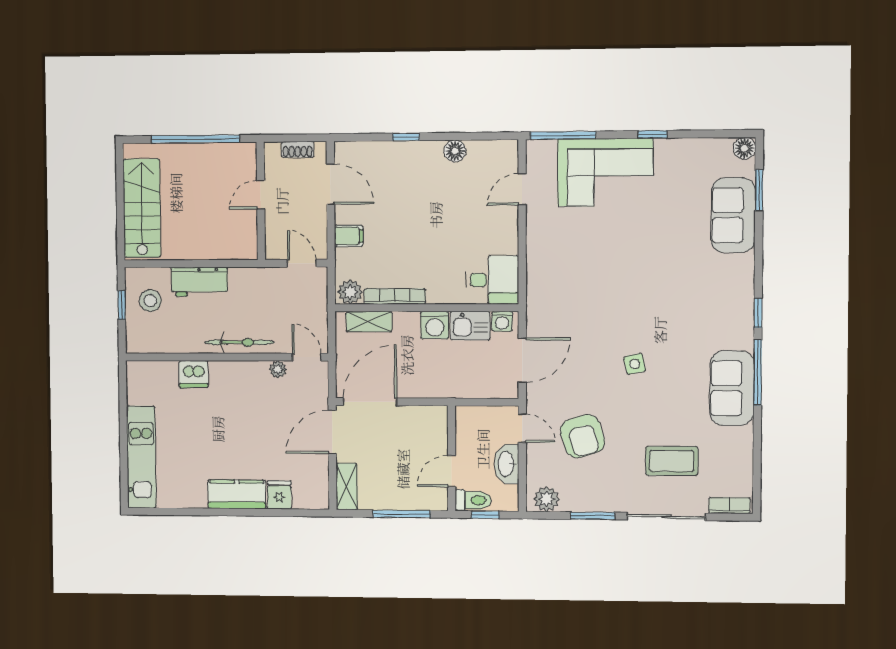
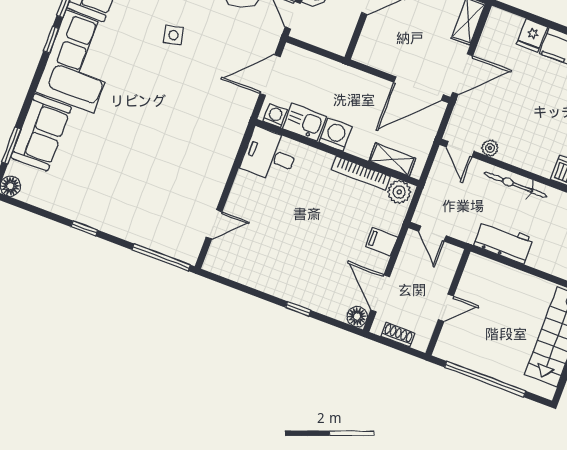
floor lamp: (455, 151) -> (357, 317), moved
corner sofa: (605, 172) -> (80, 62), moved, turned 90
workbench: (199, 282) -> (503, 242), moved

